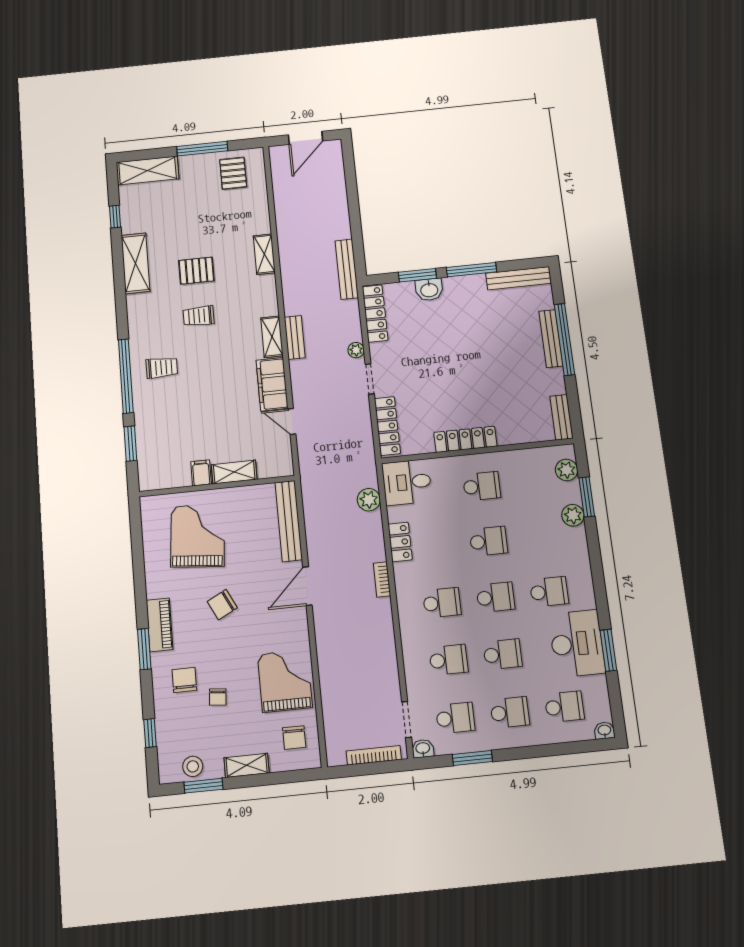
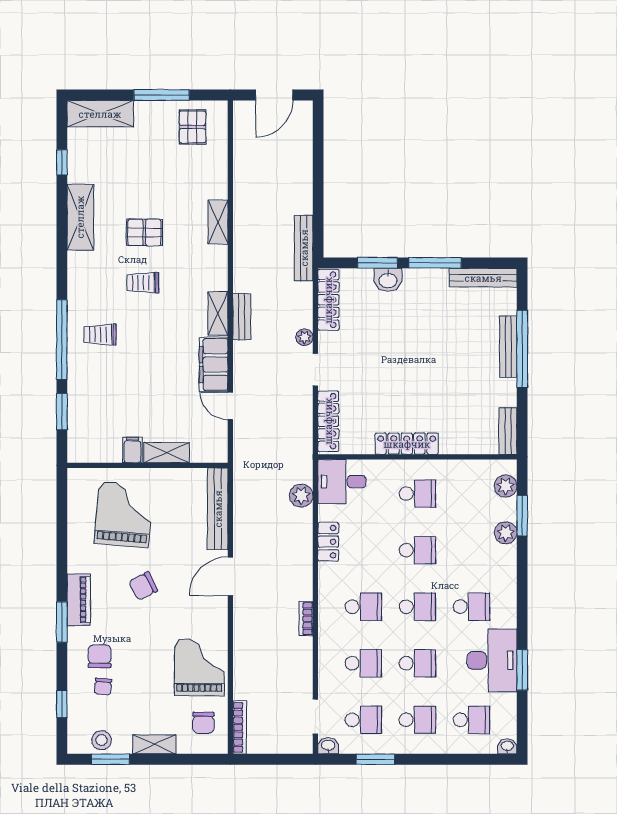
trolley: (162, 368) -> (100, 335), turned 180
bookcase: (382, 580) -> (306, 619), moved
chair: (218, 697) -> (103, 687), moved
bookcase: (374, 755) -> (240, 727), moved, turned 90

